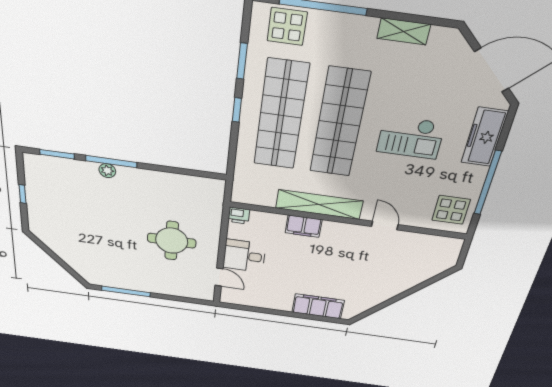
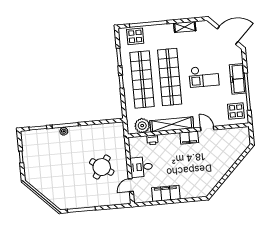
freezer: (484, 137) -> (238, 79), moved
plant: (261, 194) -> (142, 126), added
printer: (239, 216) -> (152, 140), moved
filing cabinet: (304, 226) -> (189, 138), moved
round table: (172, 241) -> (102, 167), turned 35
door: (219, 277) -> (131, 185), swing flipped
filing cabinet: (318, 306) -> (166, 193), moved

